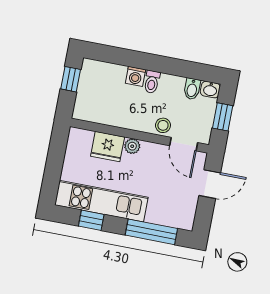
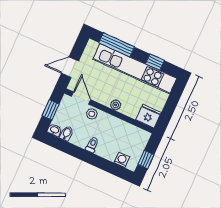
washing machine: (135, 76) -> (122, 160), moved
fridge: (108, 147) -> (148, 116), moved
kitchen unit: (101, 201) -> (135, 69), width x1.36

